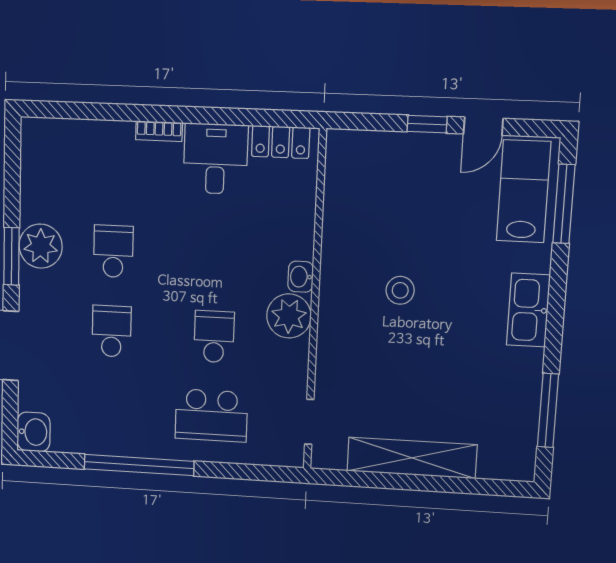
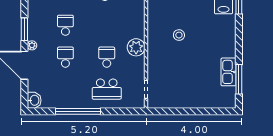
plant: (41, 246) -> (32, 45), moved, width x0.53, depth x0.53
washbasin: (301, 277) -> (140, 32), removed
kitchen sink: (528, 310) -> (229, 72), moved
shelving: (412, 458) -> (187, 101), removed

